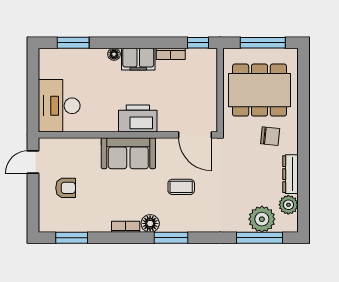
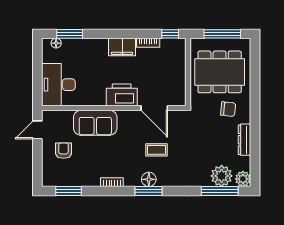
floor lamp: (114, 54) -> (56, 43), moved
door: (195, 135) -> (154, 108), moved
sofa: (128, 153) -> (95, 123), moved
armchair: (66, 188) -> (64, 151), turned -90
plant: (288, 205) -> (243, 179), moved
floor lamp: (150, 223) -> (149, 179), moved

